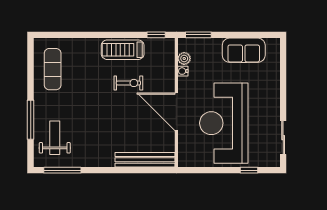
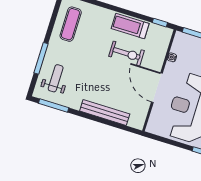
plant: (184, 58) -> (176, 48), removed
exercise bike: (128, 83) -> (127, 53), width x1.38, depth x1.39
bench: (145, 160) -> (105, 112), moved

